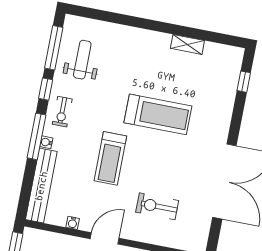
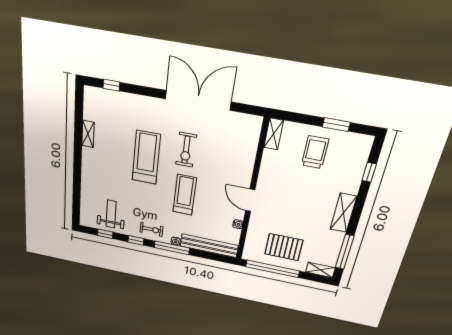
window: (54, 48) -> (105, 234), width x0.46
weight bench: (82, 60) -> (111, 214), turned 90
treadmill: (110, 158) -> (185, 195), turned -90
exercise bike: (157, 206) -> (186, 150), moved

